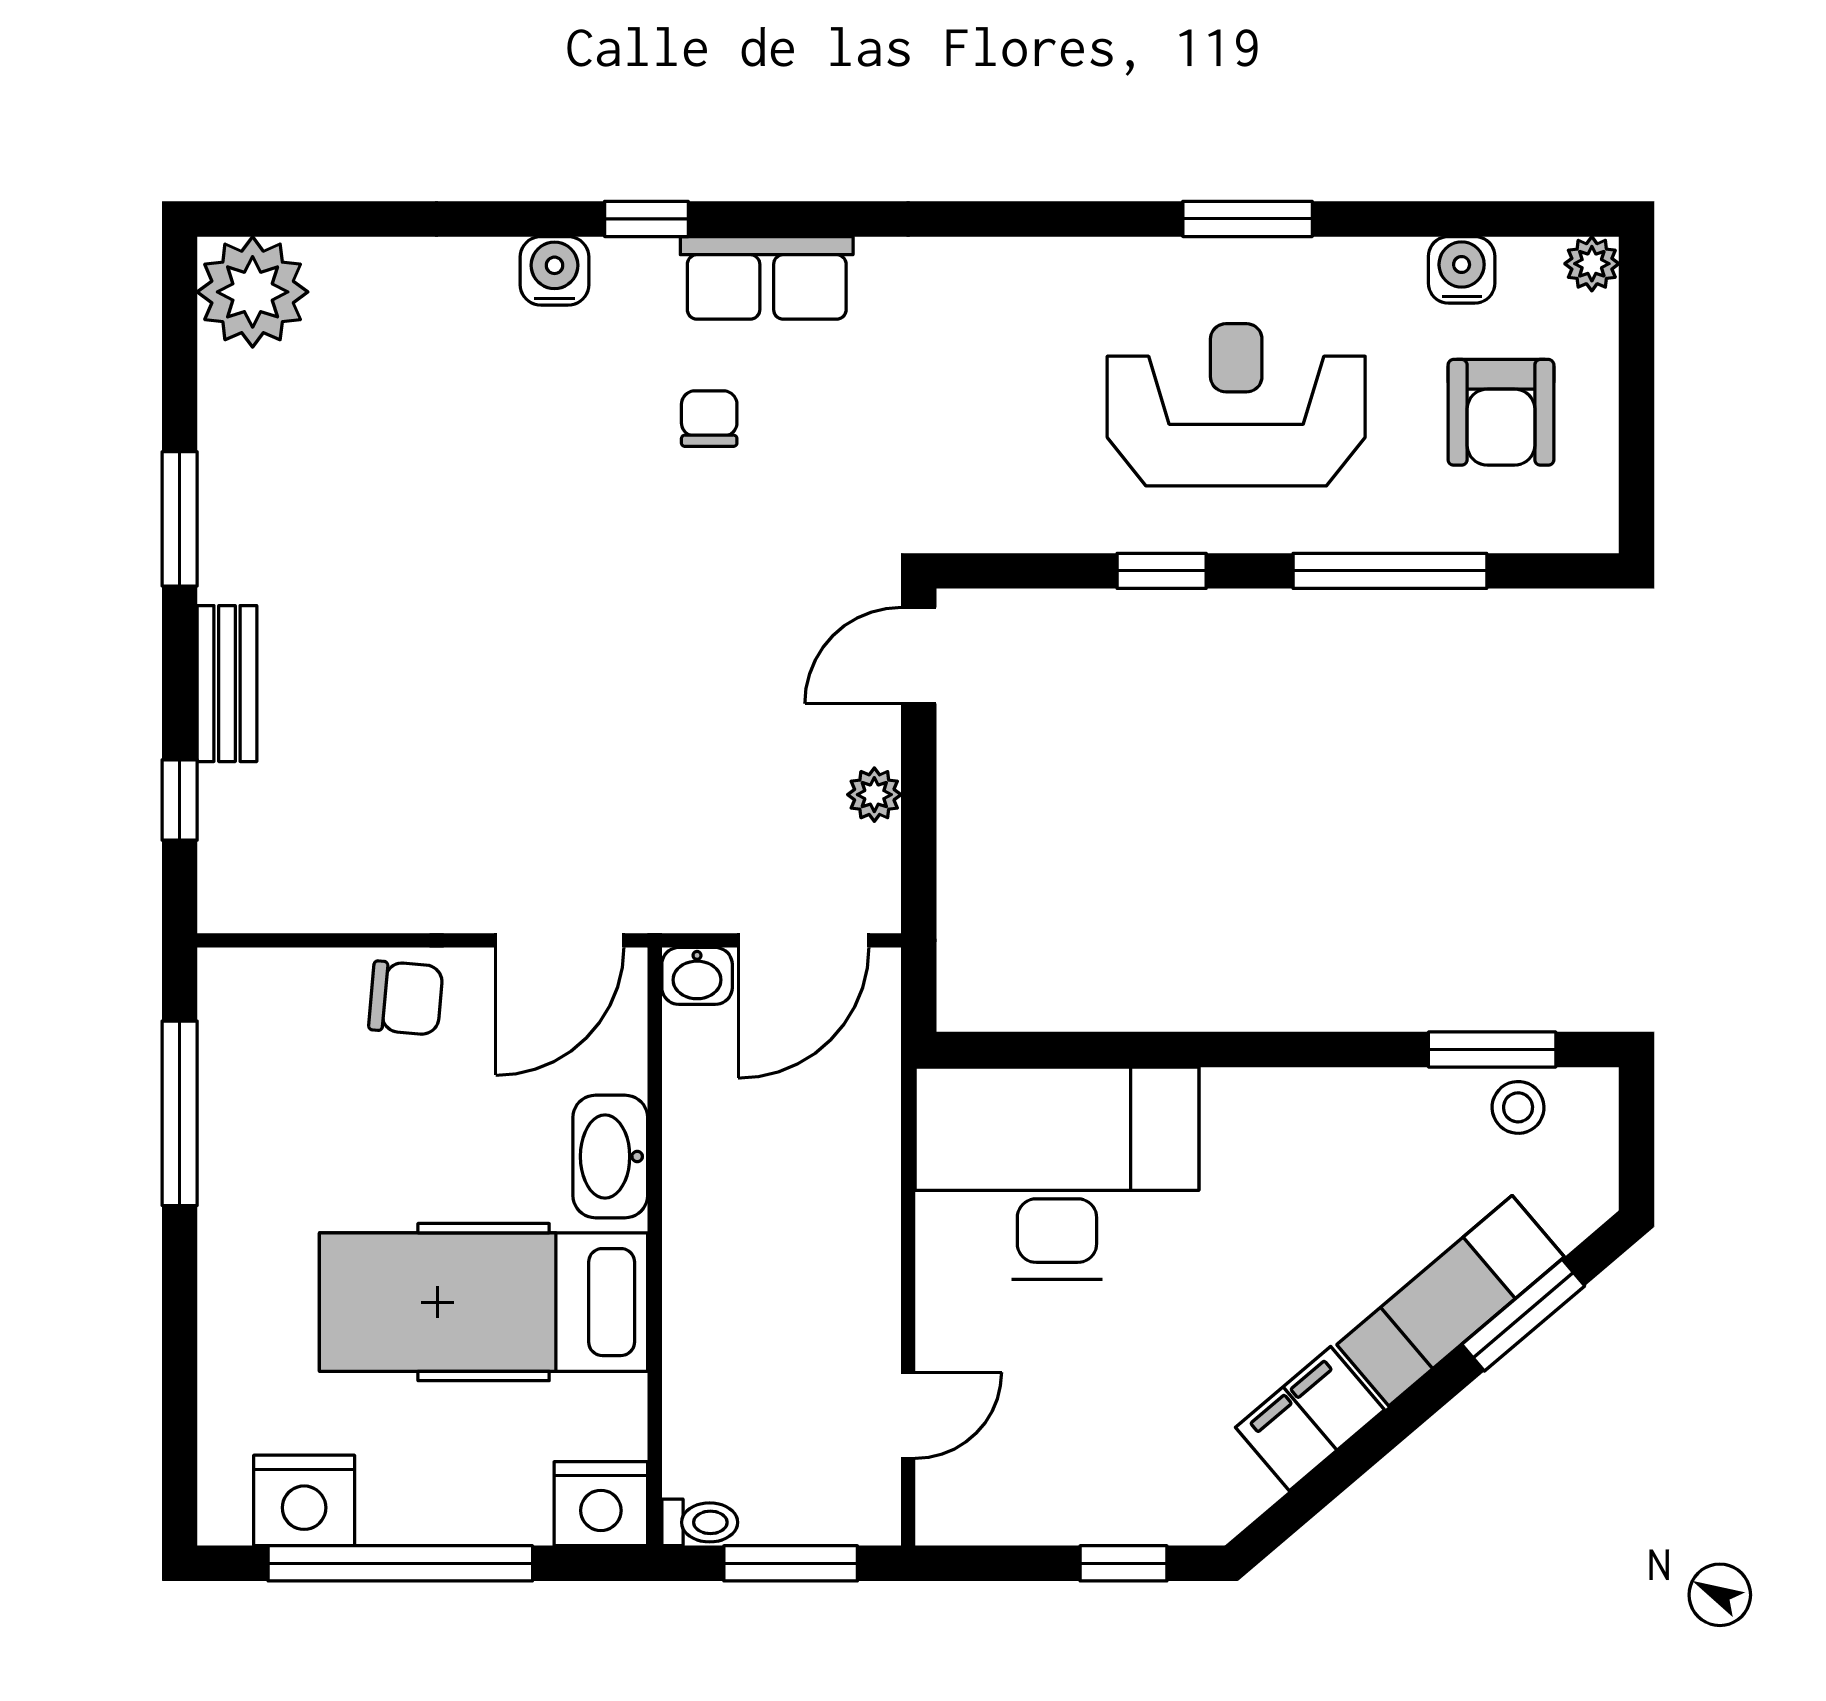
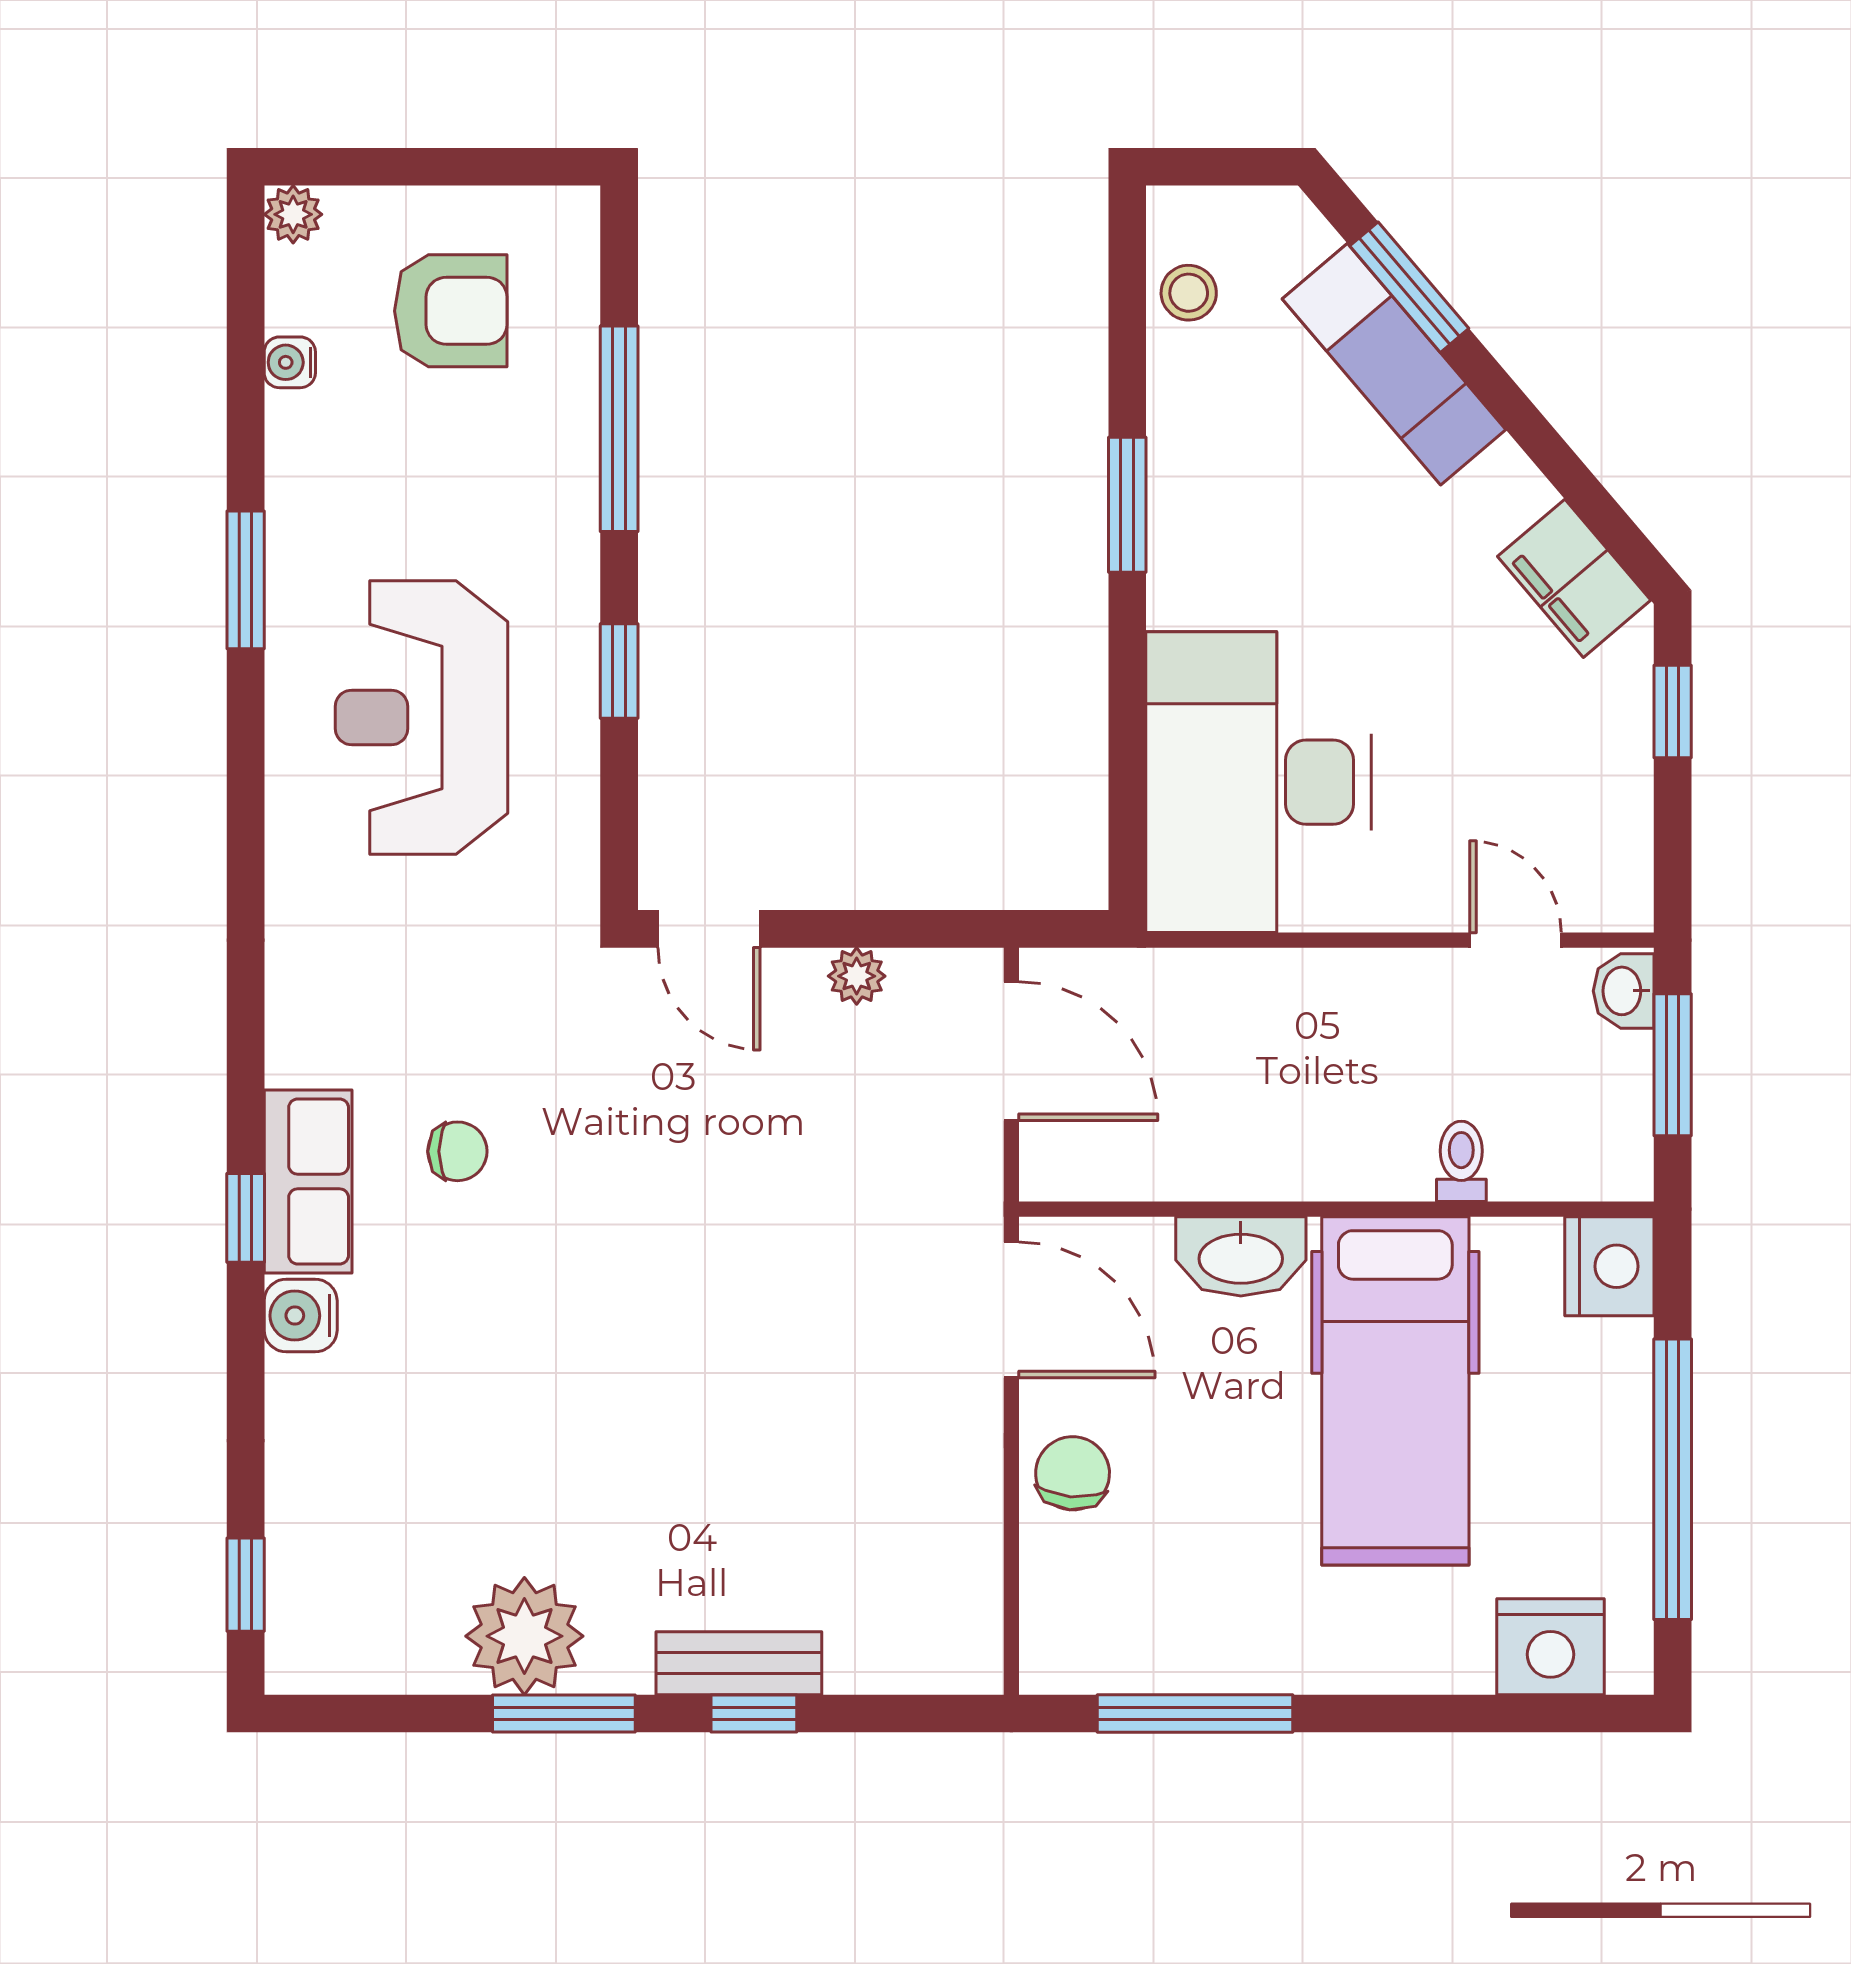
window: (301, 219) -> (246, 1585), added
water cooler: (1462, 270) -> (290, 362), width x0.72, depth x0.72
row of seats: (767, 278) -> (308, 1181), moved
plant: (253, 292) -> (524, 1636), moved
reception desk: (1236, 405) -> (421, 717), moved
chair: (709, 419) -> (457, 1151), turned 180
window: (180, 800) -> (754, 1713), moved
washbasin: (697, 976) -> (1624, 991), moved, turned 180
window: (1492, 1049) -> (1127, 505), moved
filing cabinet: (1310, 1419) -> (1574, 578), moved
nightstand: (304, 1500) -> (1551, 1647), moved, turned 90
toilet: (700, 1522) -> (1461, 1161), moved

